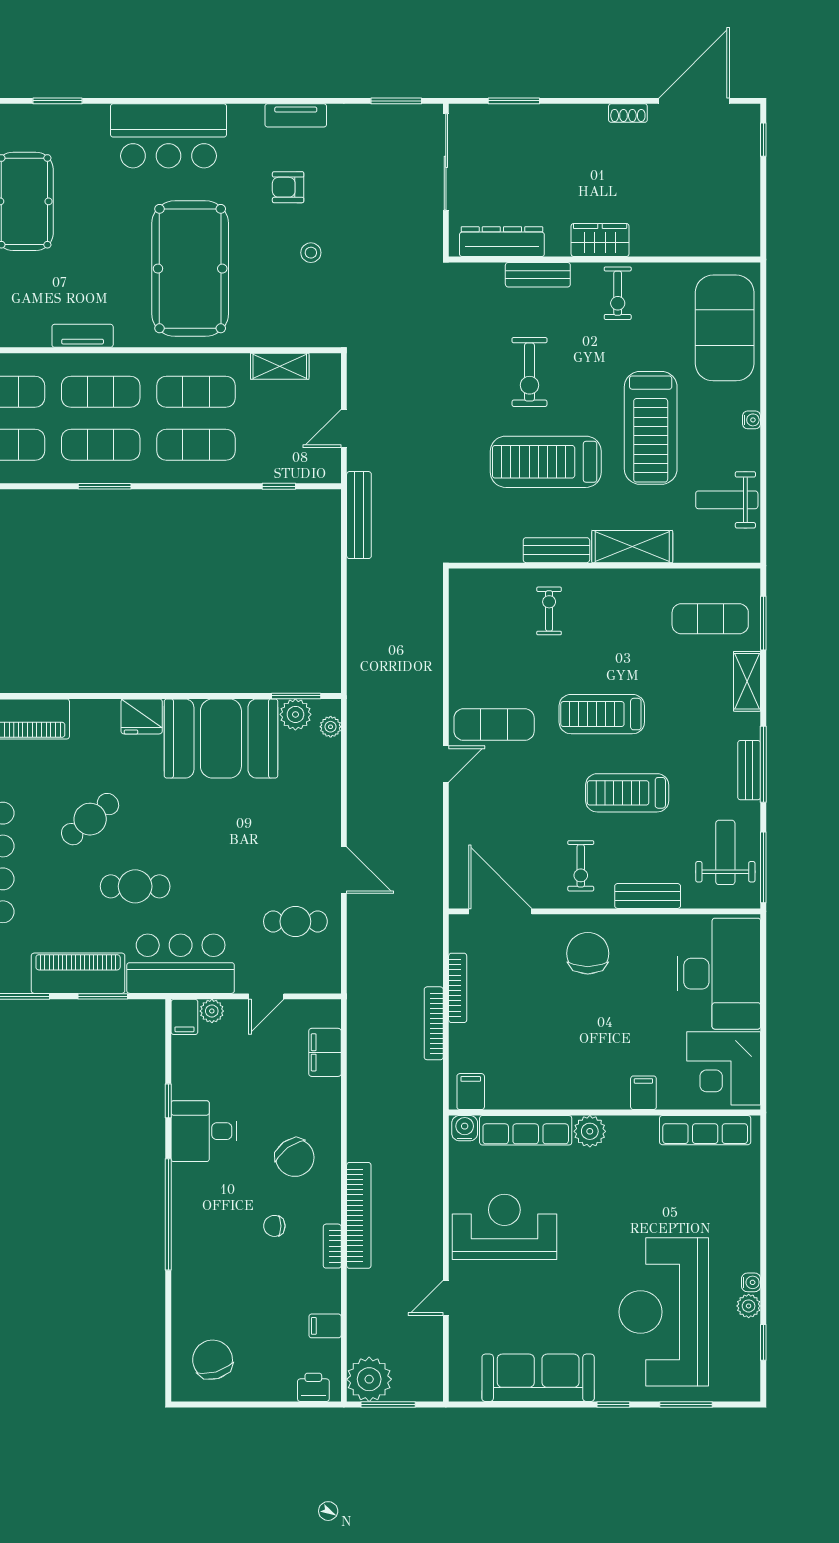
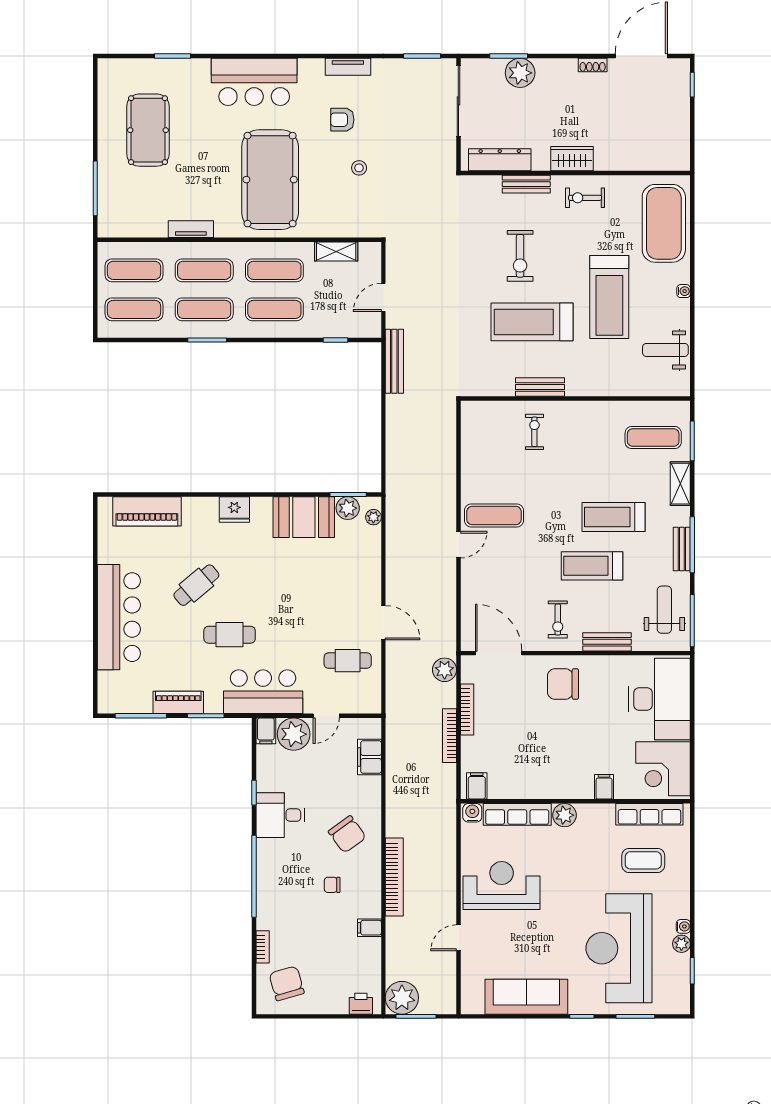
plant: (529, 124) -> (520, 73), added
exercise bike: (618, 293) -> (585, 198), turned 90
shelving: (632, 547) -> (596, 384), removed
treadmill: (602, 714) -> (613, 517), moved
booth: (221, 739) -> (304, 517), width x0.73, depth x0.70
plant: (427, 934) -> (445, 670), added
chair: (588, 953) -> (563, 684), turned -90
piano: (78, 973) -> (178, 702), width x0.73, depth x0.75
plant: (212, 1011) -> (294, 734), width x1.87, depth x1.87
coffee table: (697, 1193) -> (643, 860), added
bookcase: (332, 1246) -> (263, 947), moved, turned 180
filing cabinet: (325, 1326) -> (369, 928), moved

